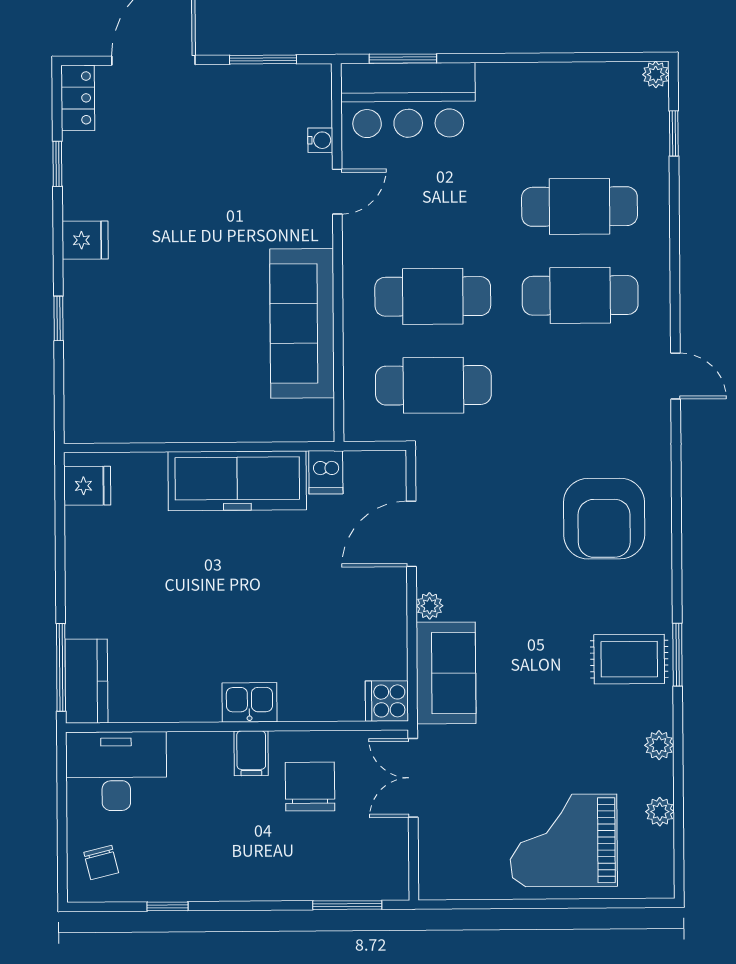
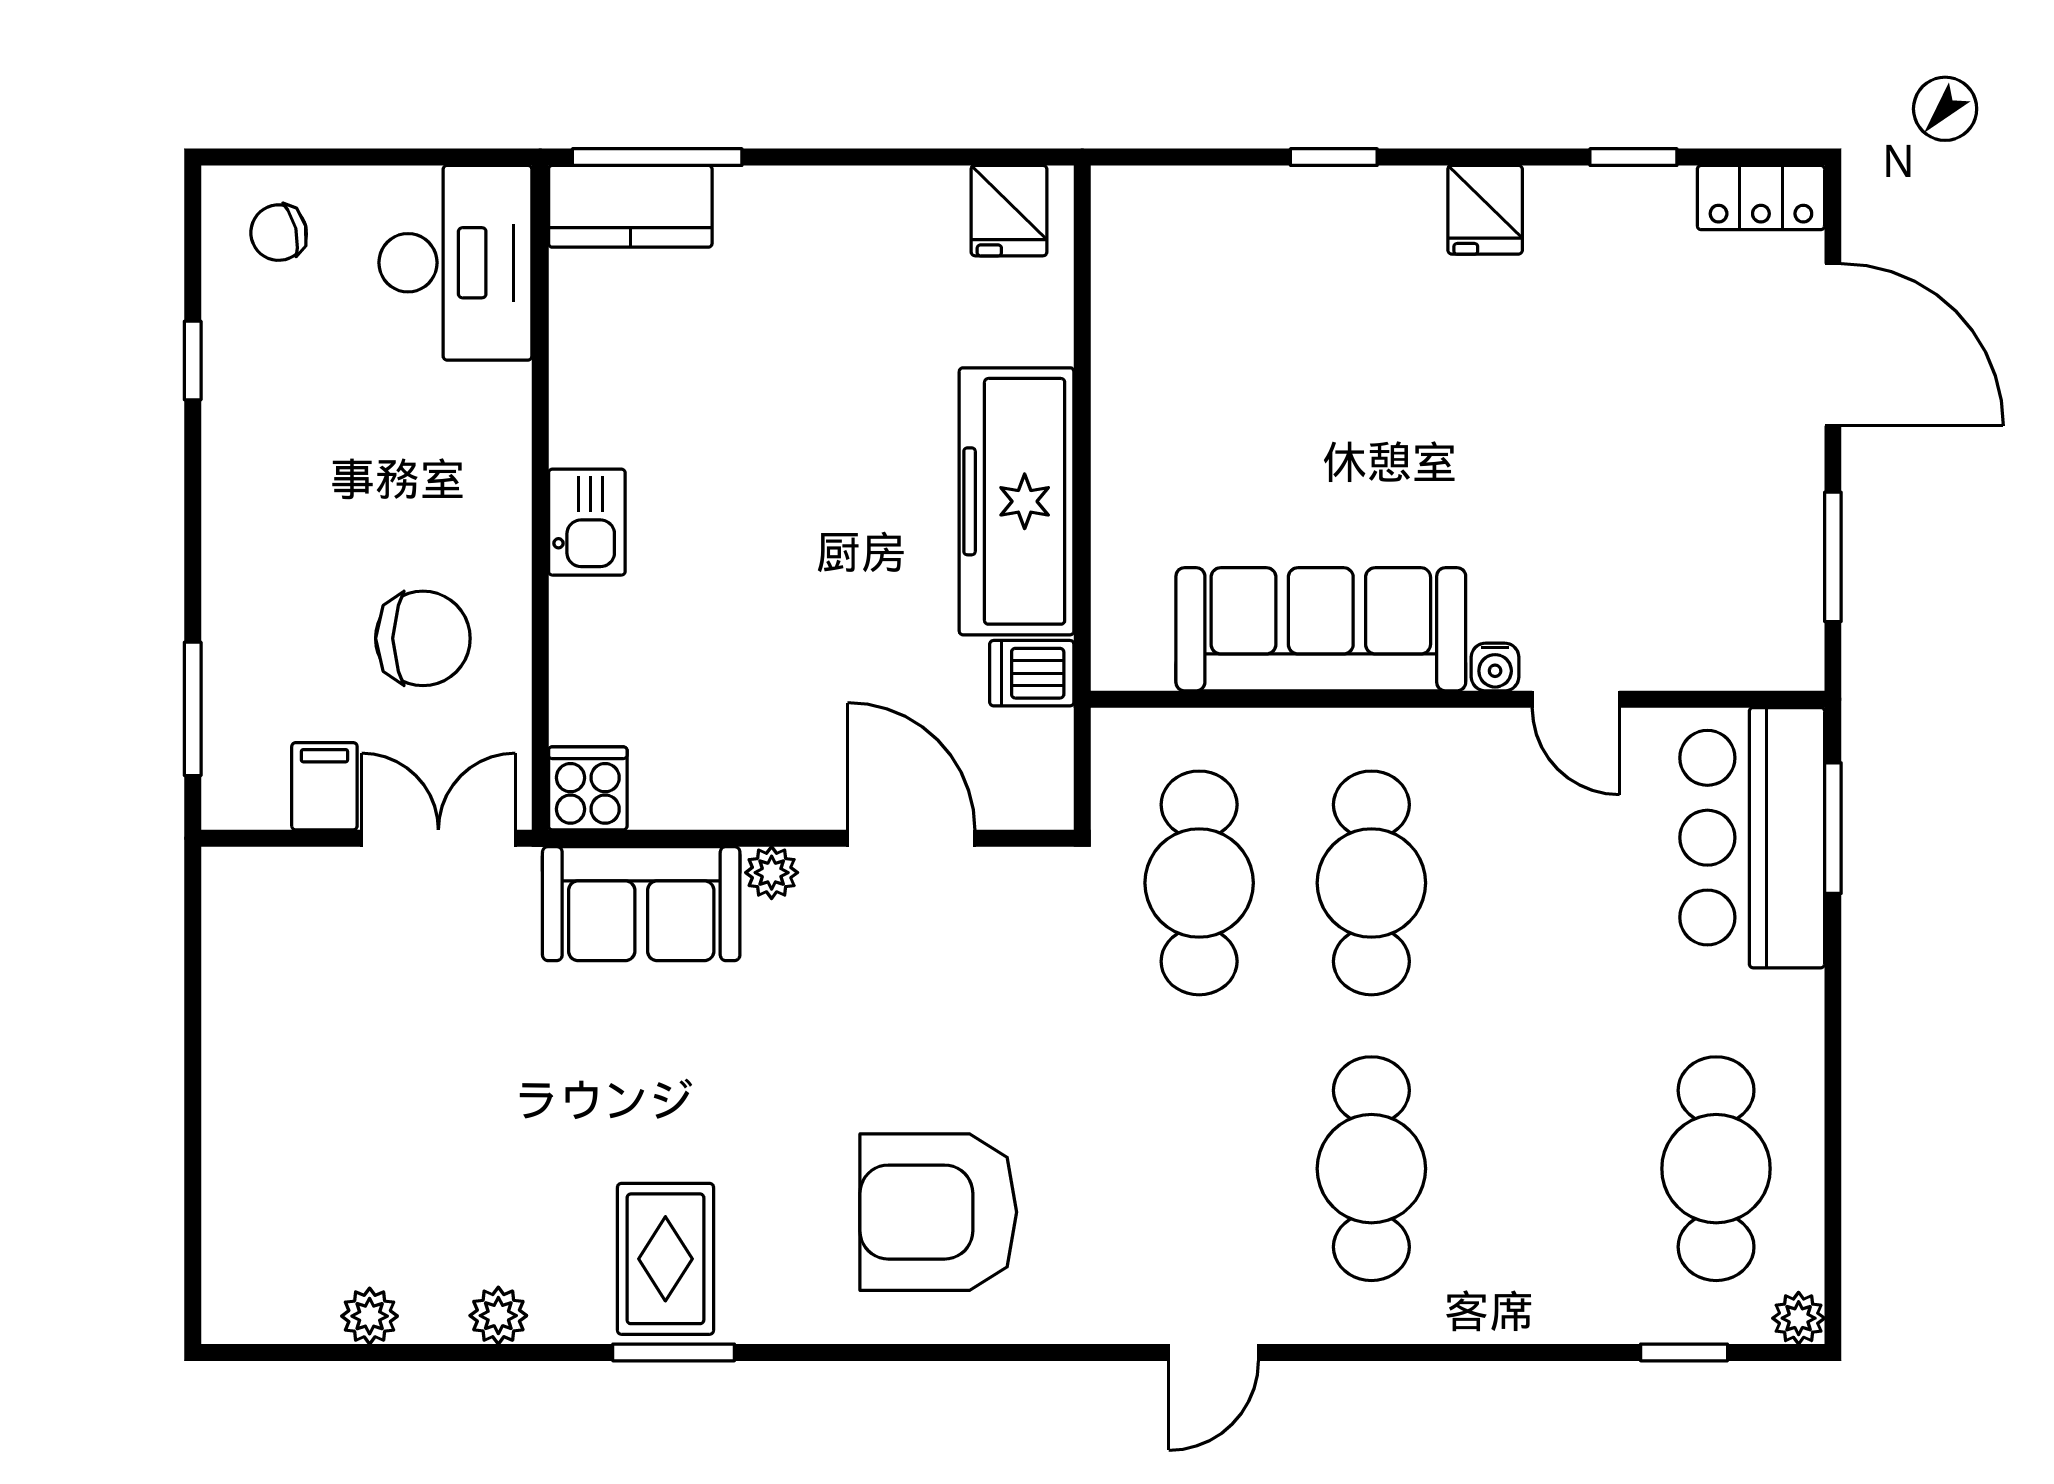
water cooler: (320, 140) -> (1495, 667), moved
cafe table: (580, 206) -> (1716, 1169), moved
filing cabinet: (251, 753) -> (324, 786), moved, turned 90
grand piano: (564, 841) -> (315, 1129), removed

